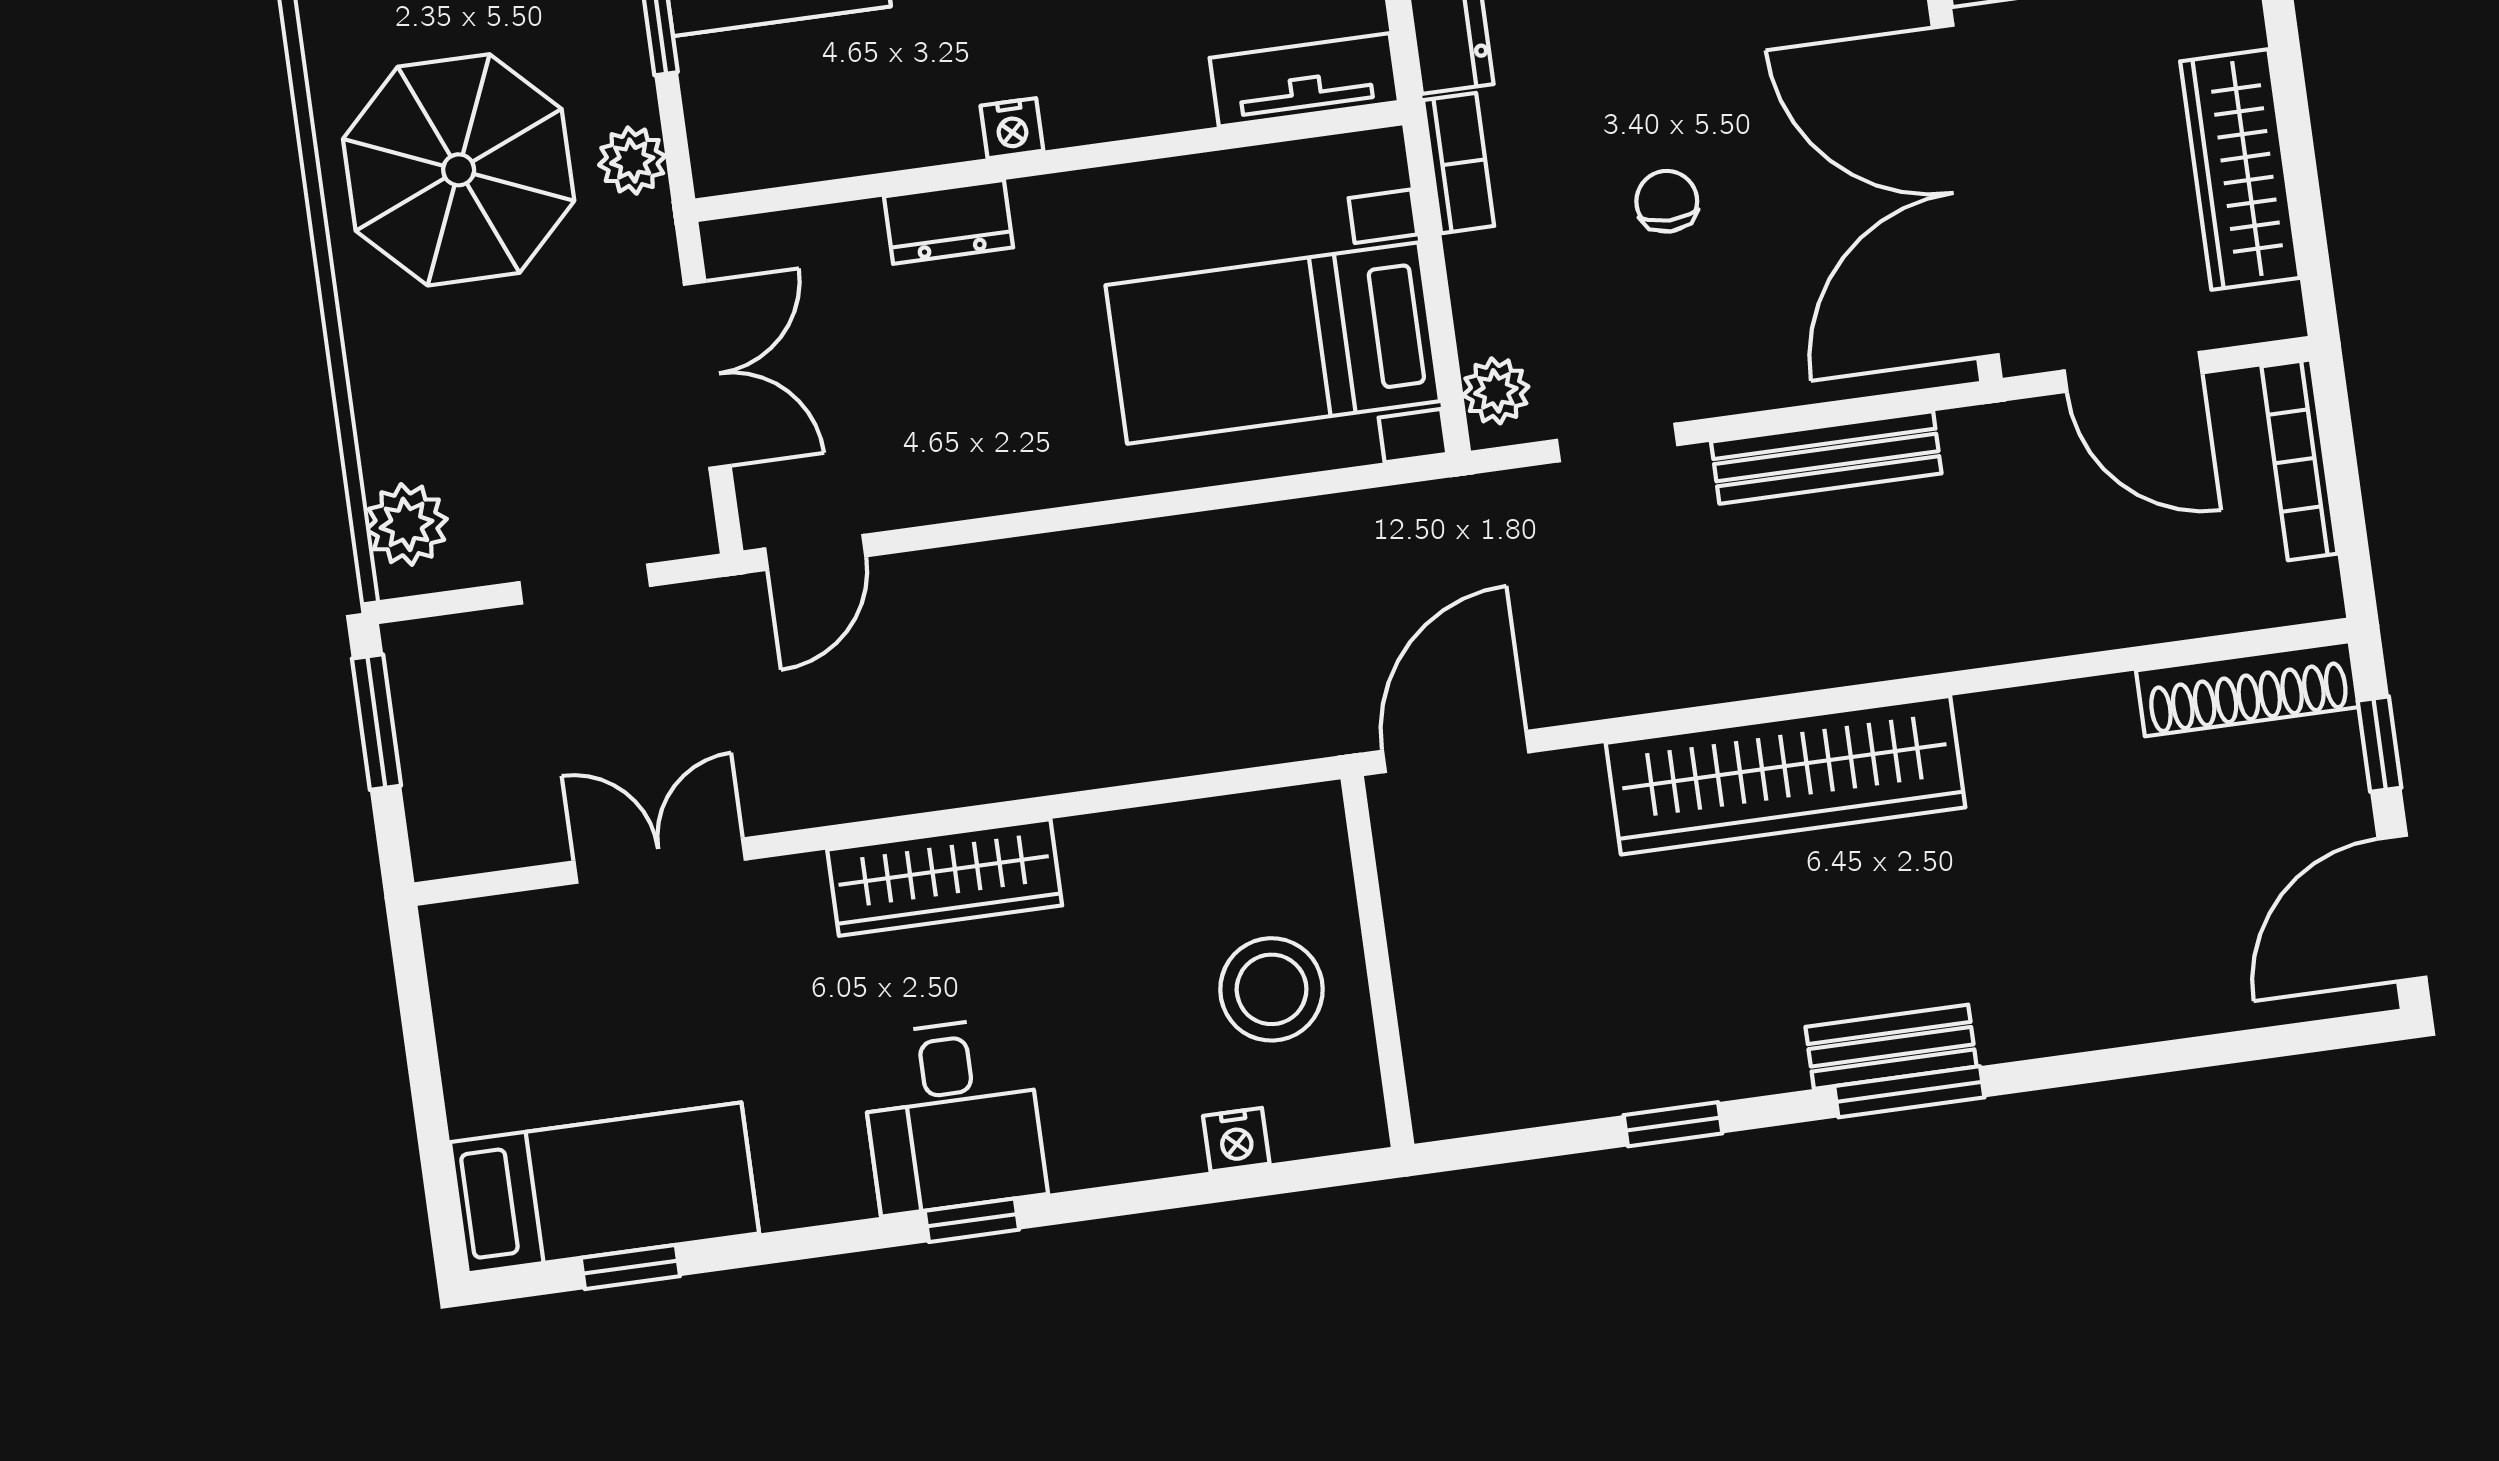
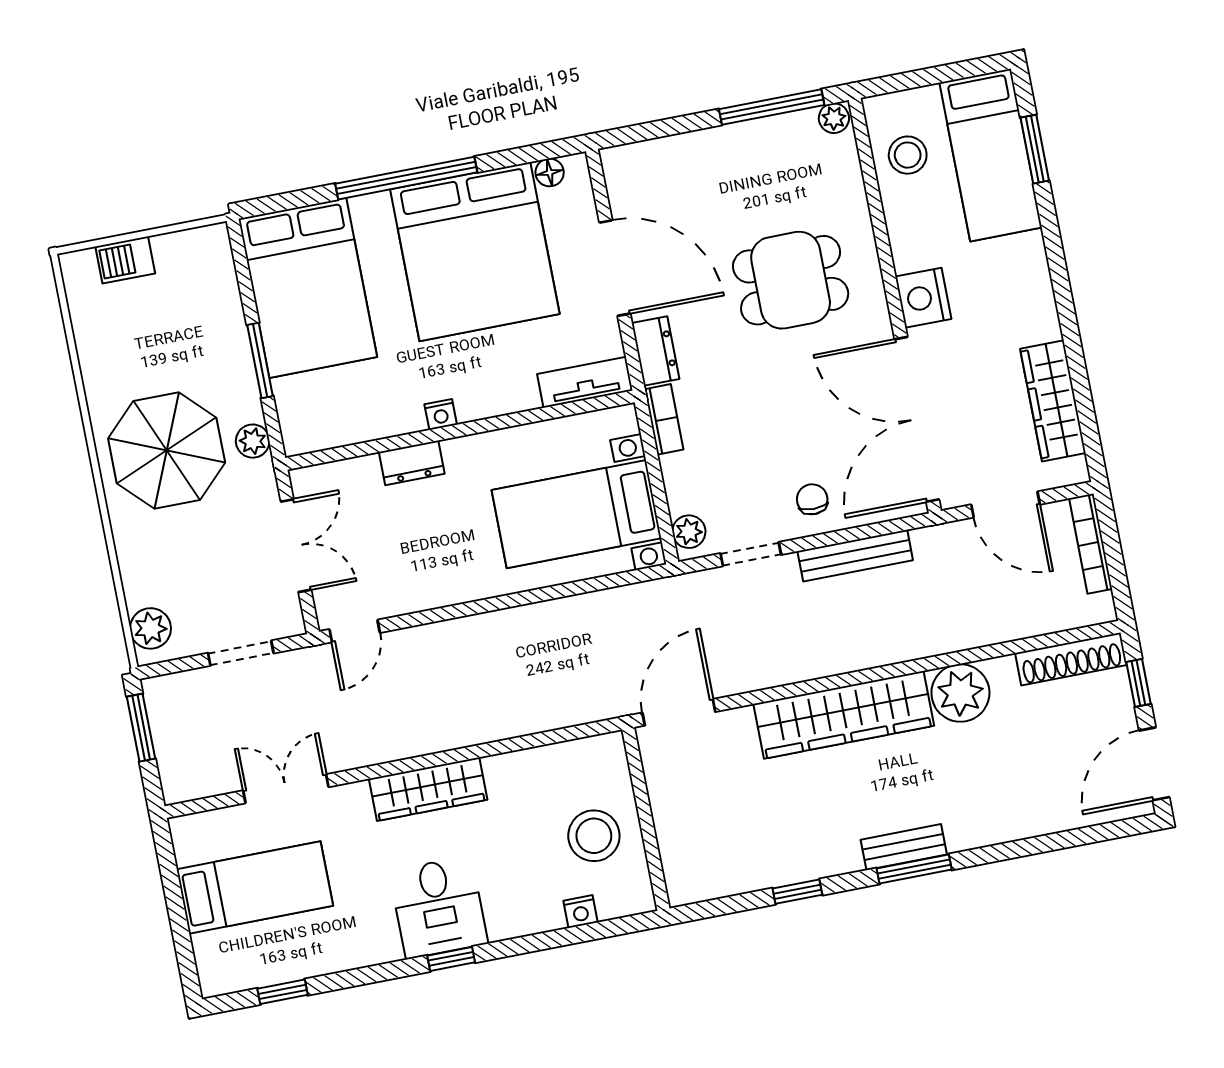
chair: (1667, 201) -> (812, 499), moved
plant: (2022, 744) -> (960, 693), added
bed: (605, 1188) -> (255, 888), moved

